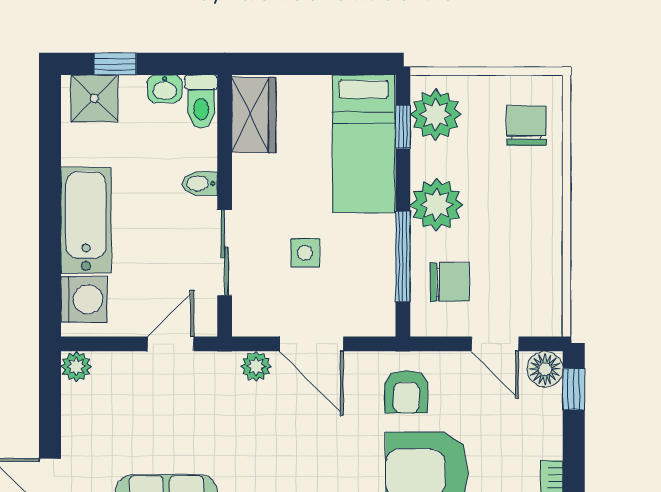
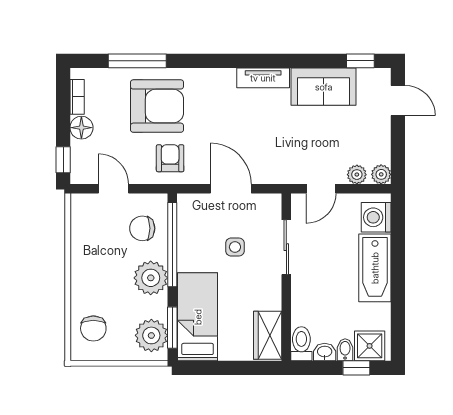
window: (403, 127) -> (172, 328), width x1.50
bidet: (200, 183) -> (345, 350), moved, turned -90
window: (403, 257) -> (172, 245), width x1.46
plant: (256, 366) -> (357, 175), moved
floor lamp: (545, 369) -> (81, 128), moved

